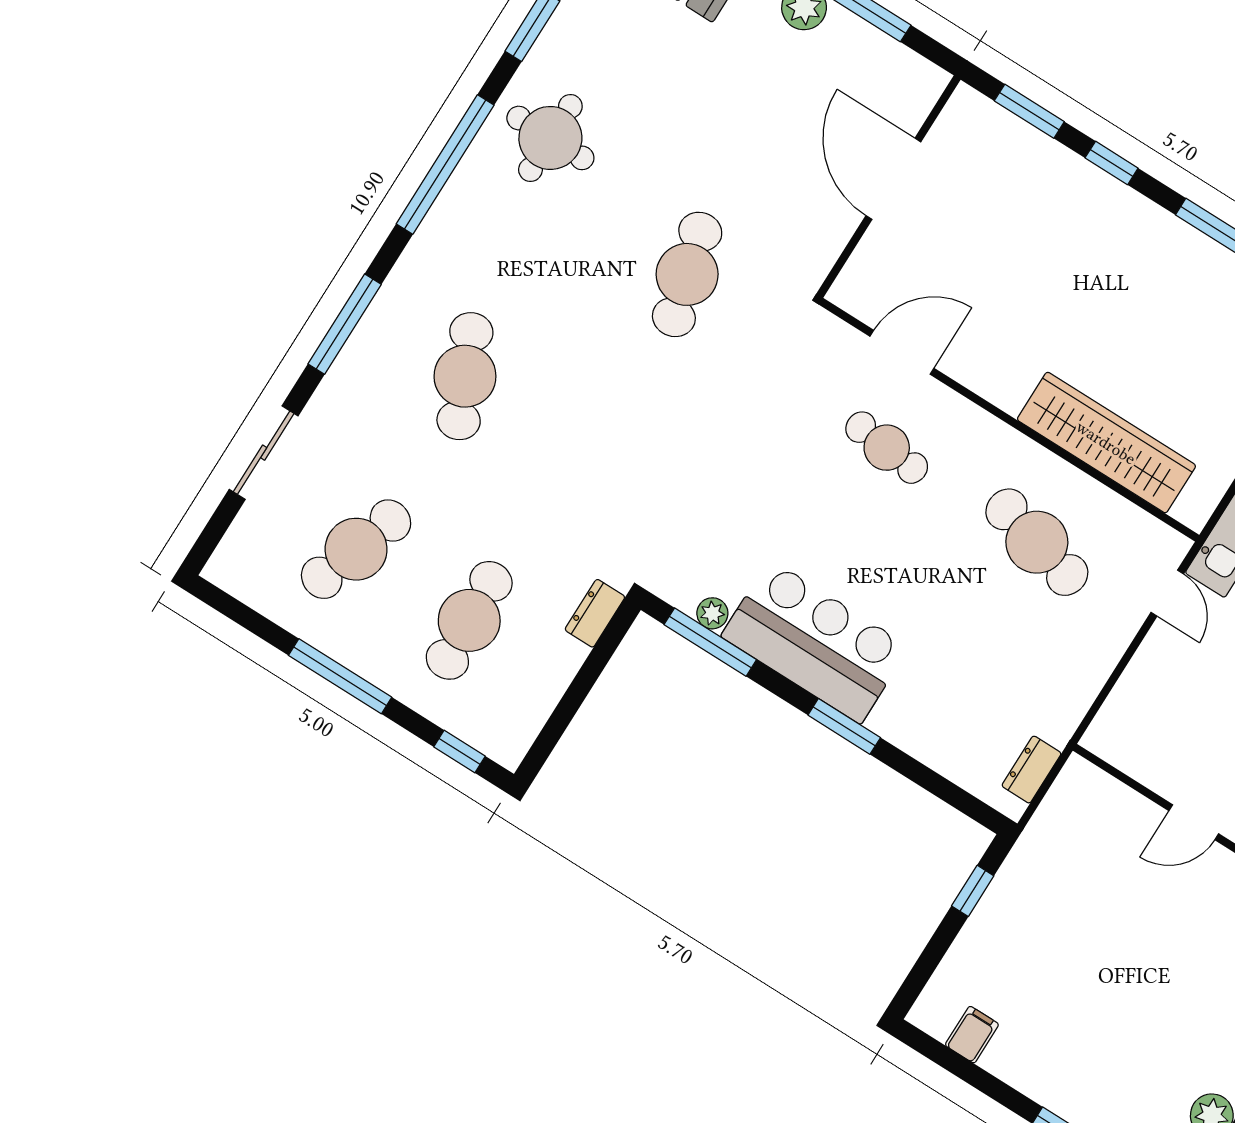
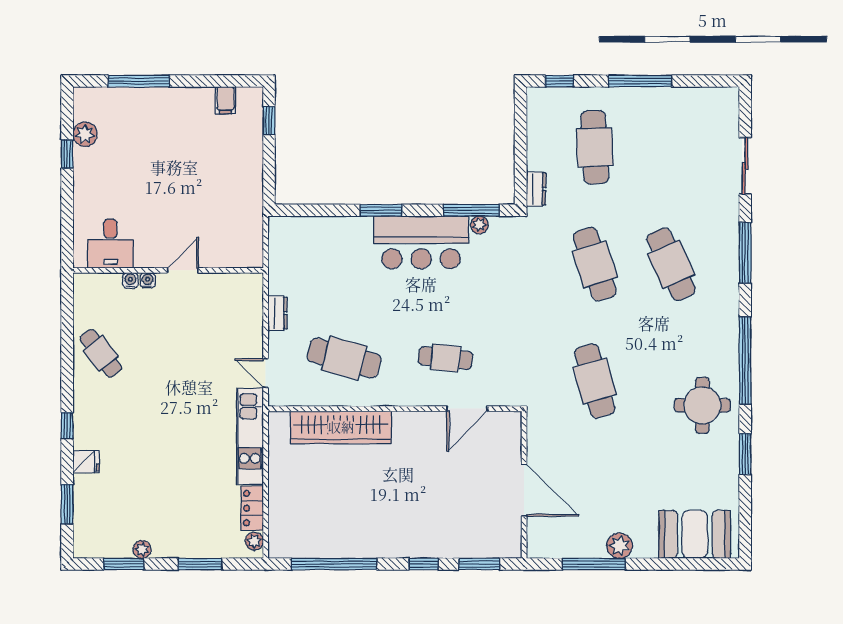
cafe table: (356, 549) -> (595, 264), moved, turned -36
dresser: (1031, 770) -> (277, 313), moved
window: (973, 891) -> (269, 121), moved

